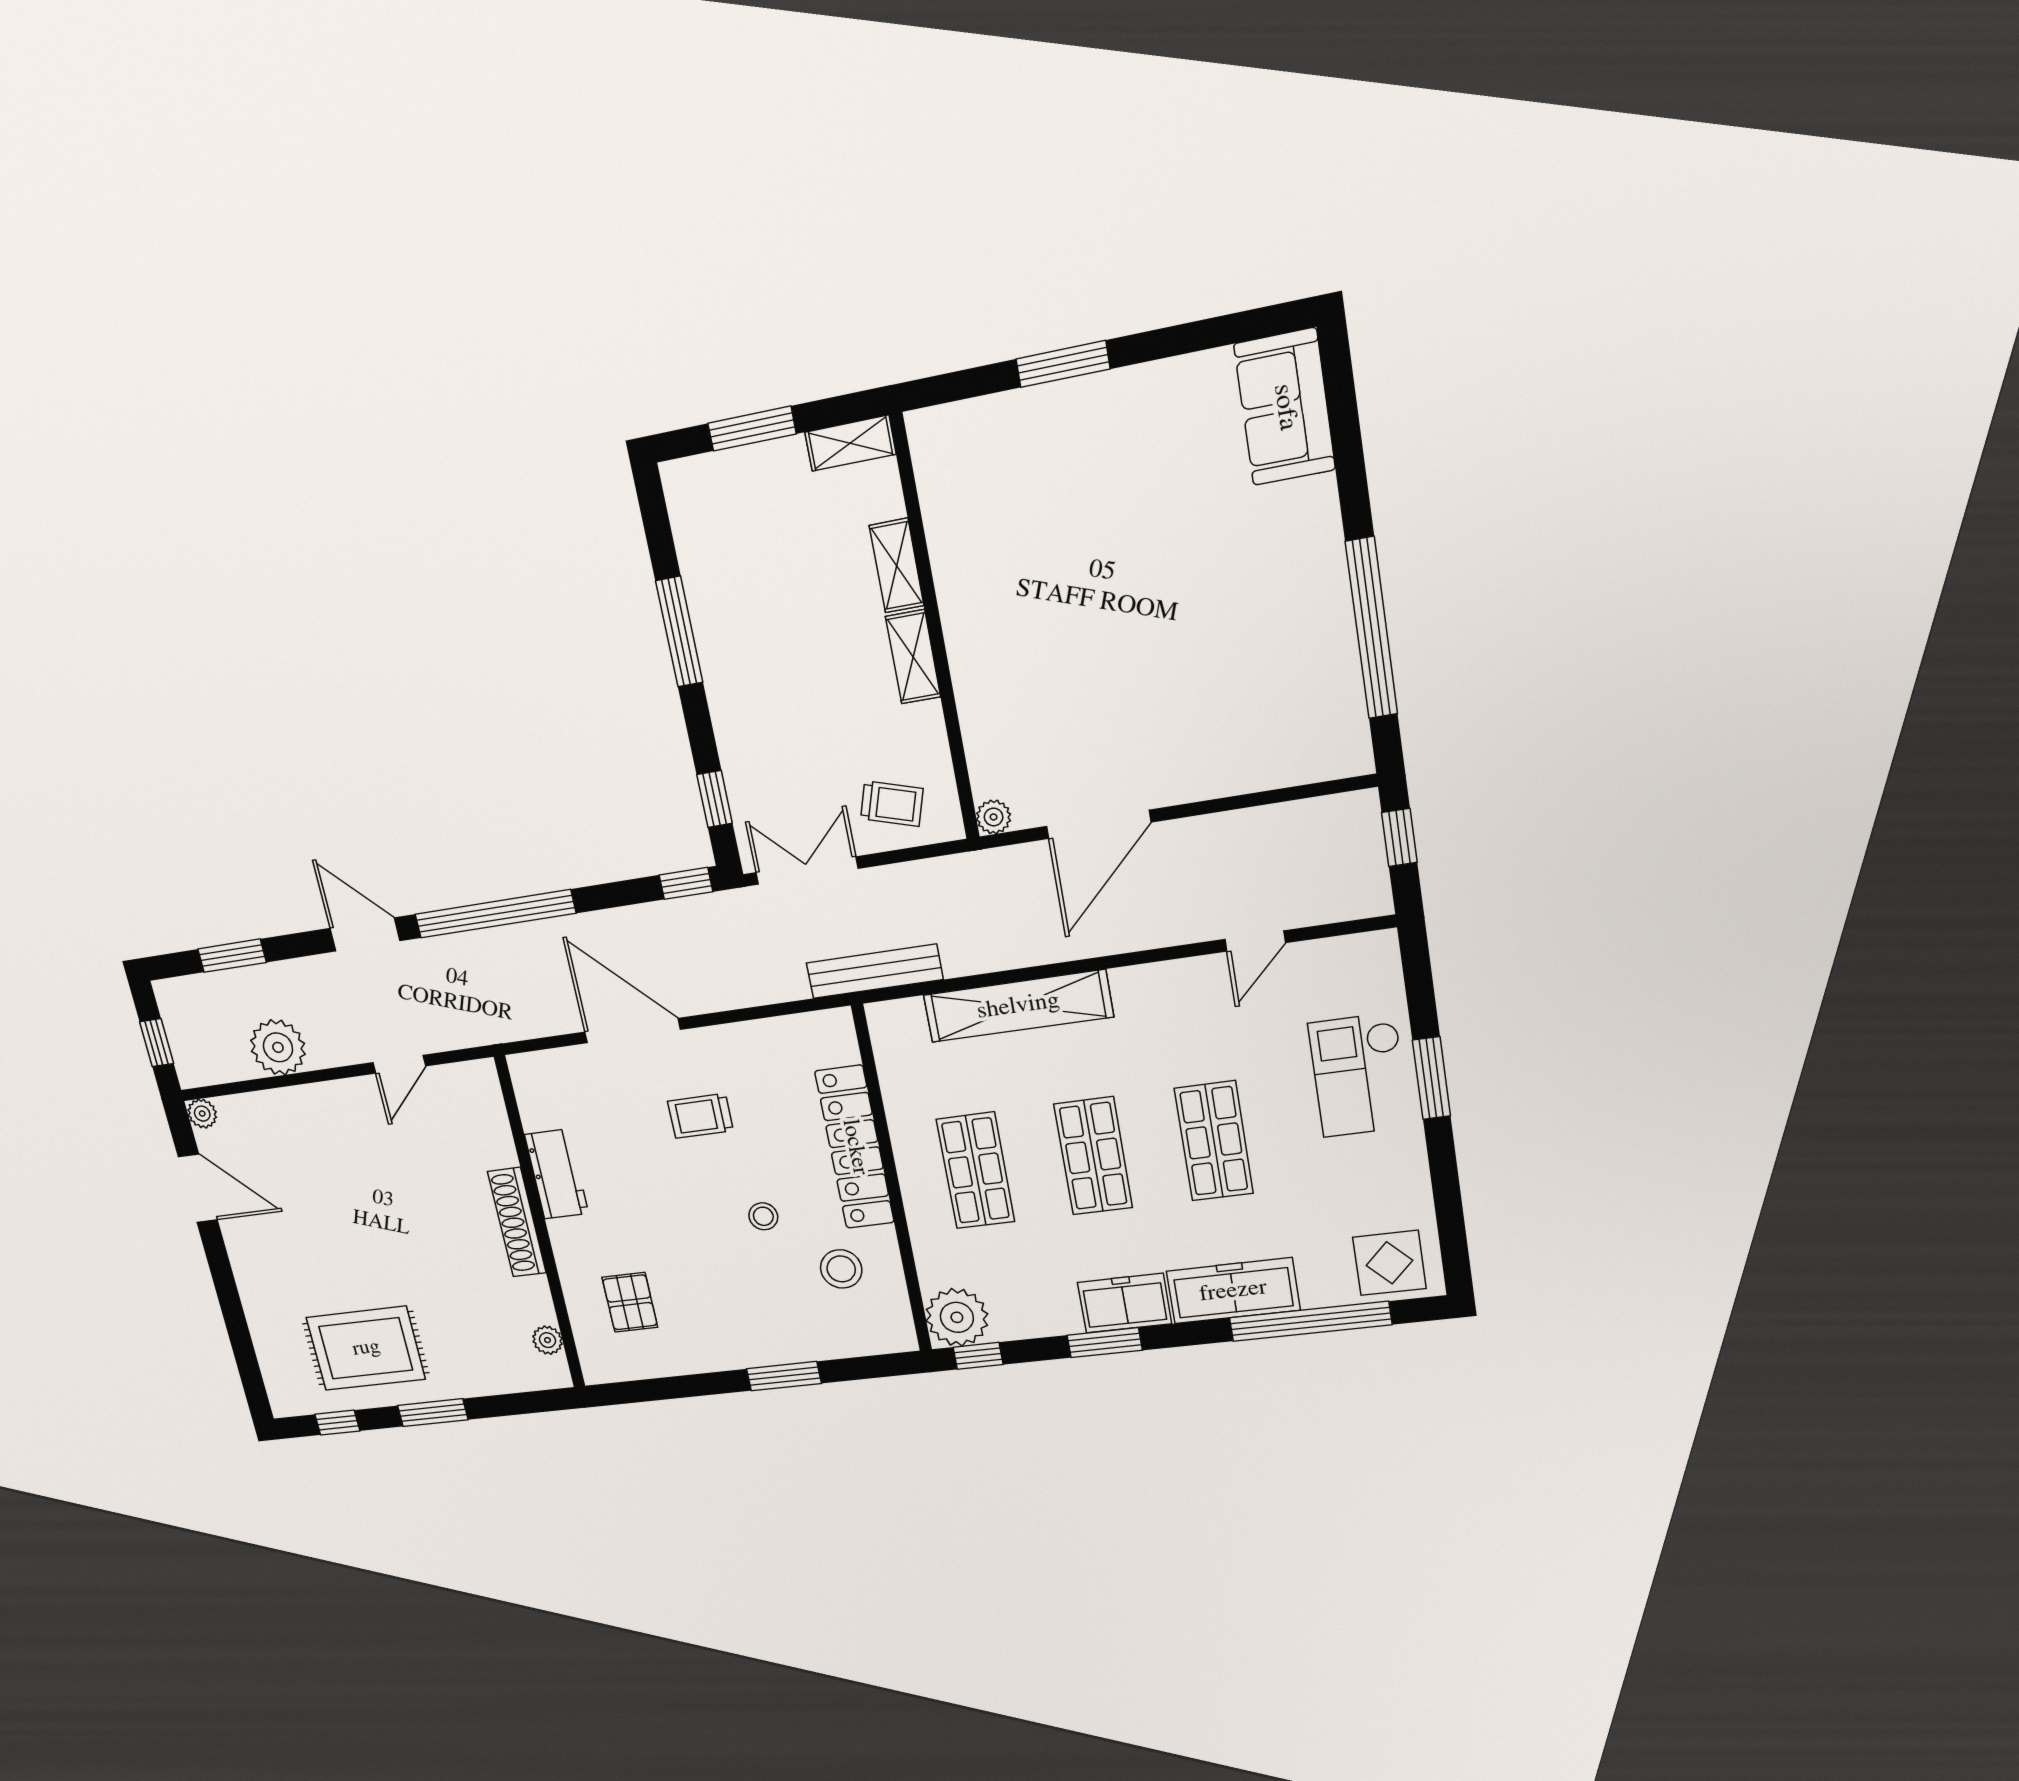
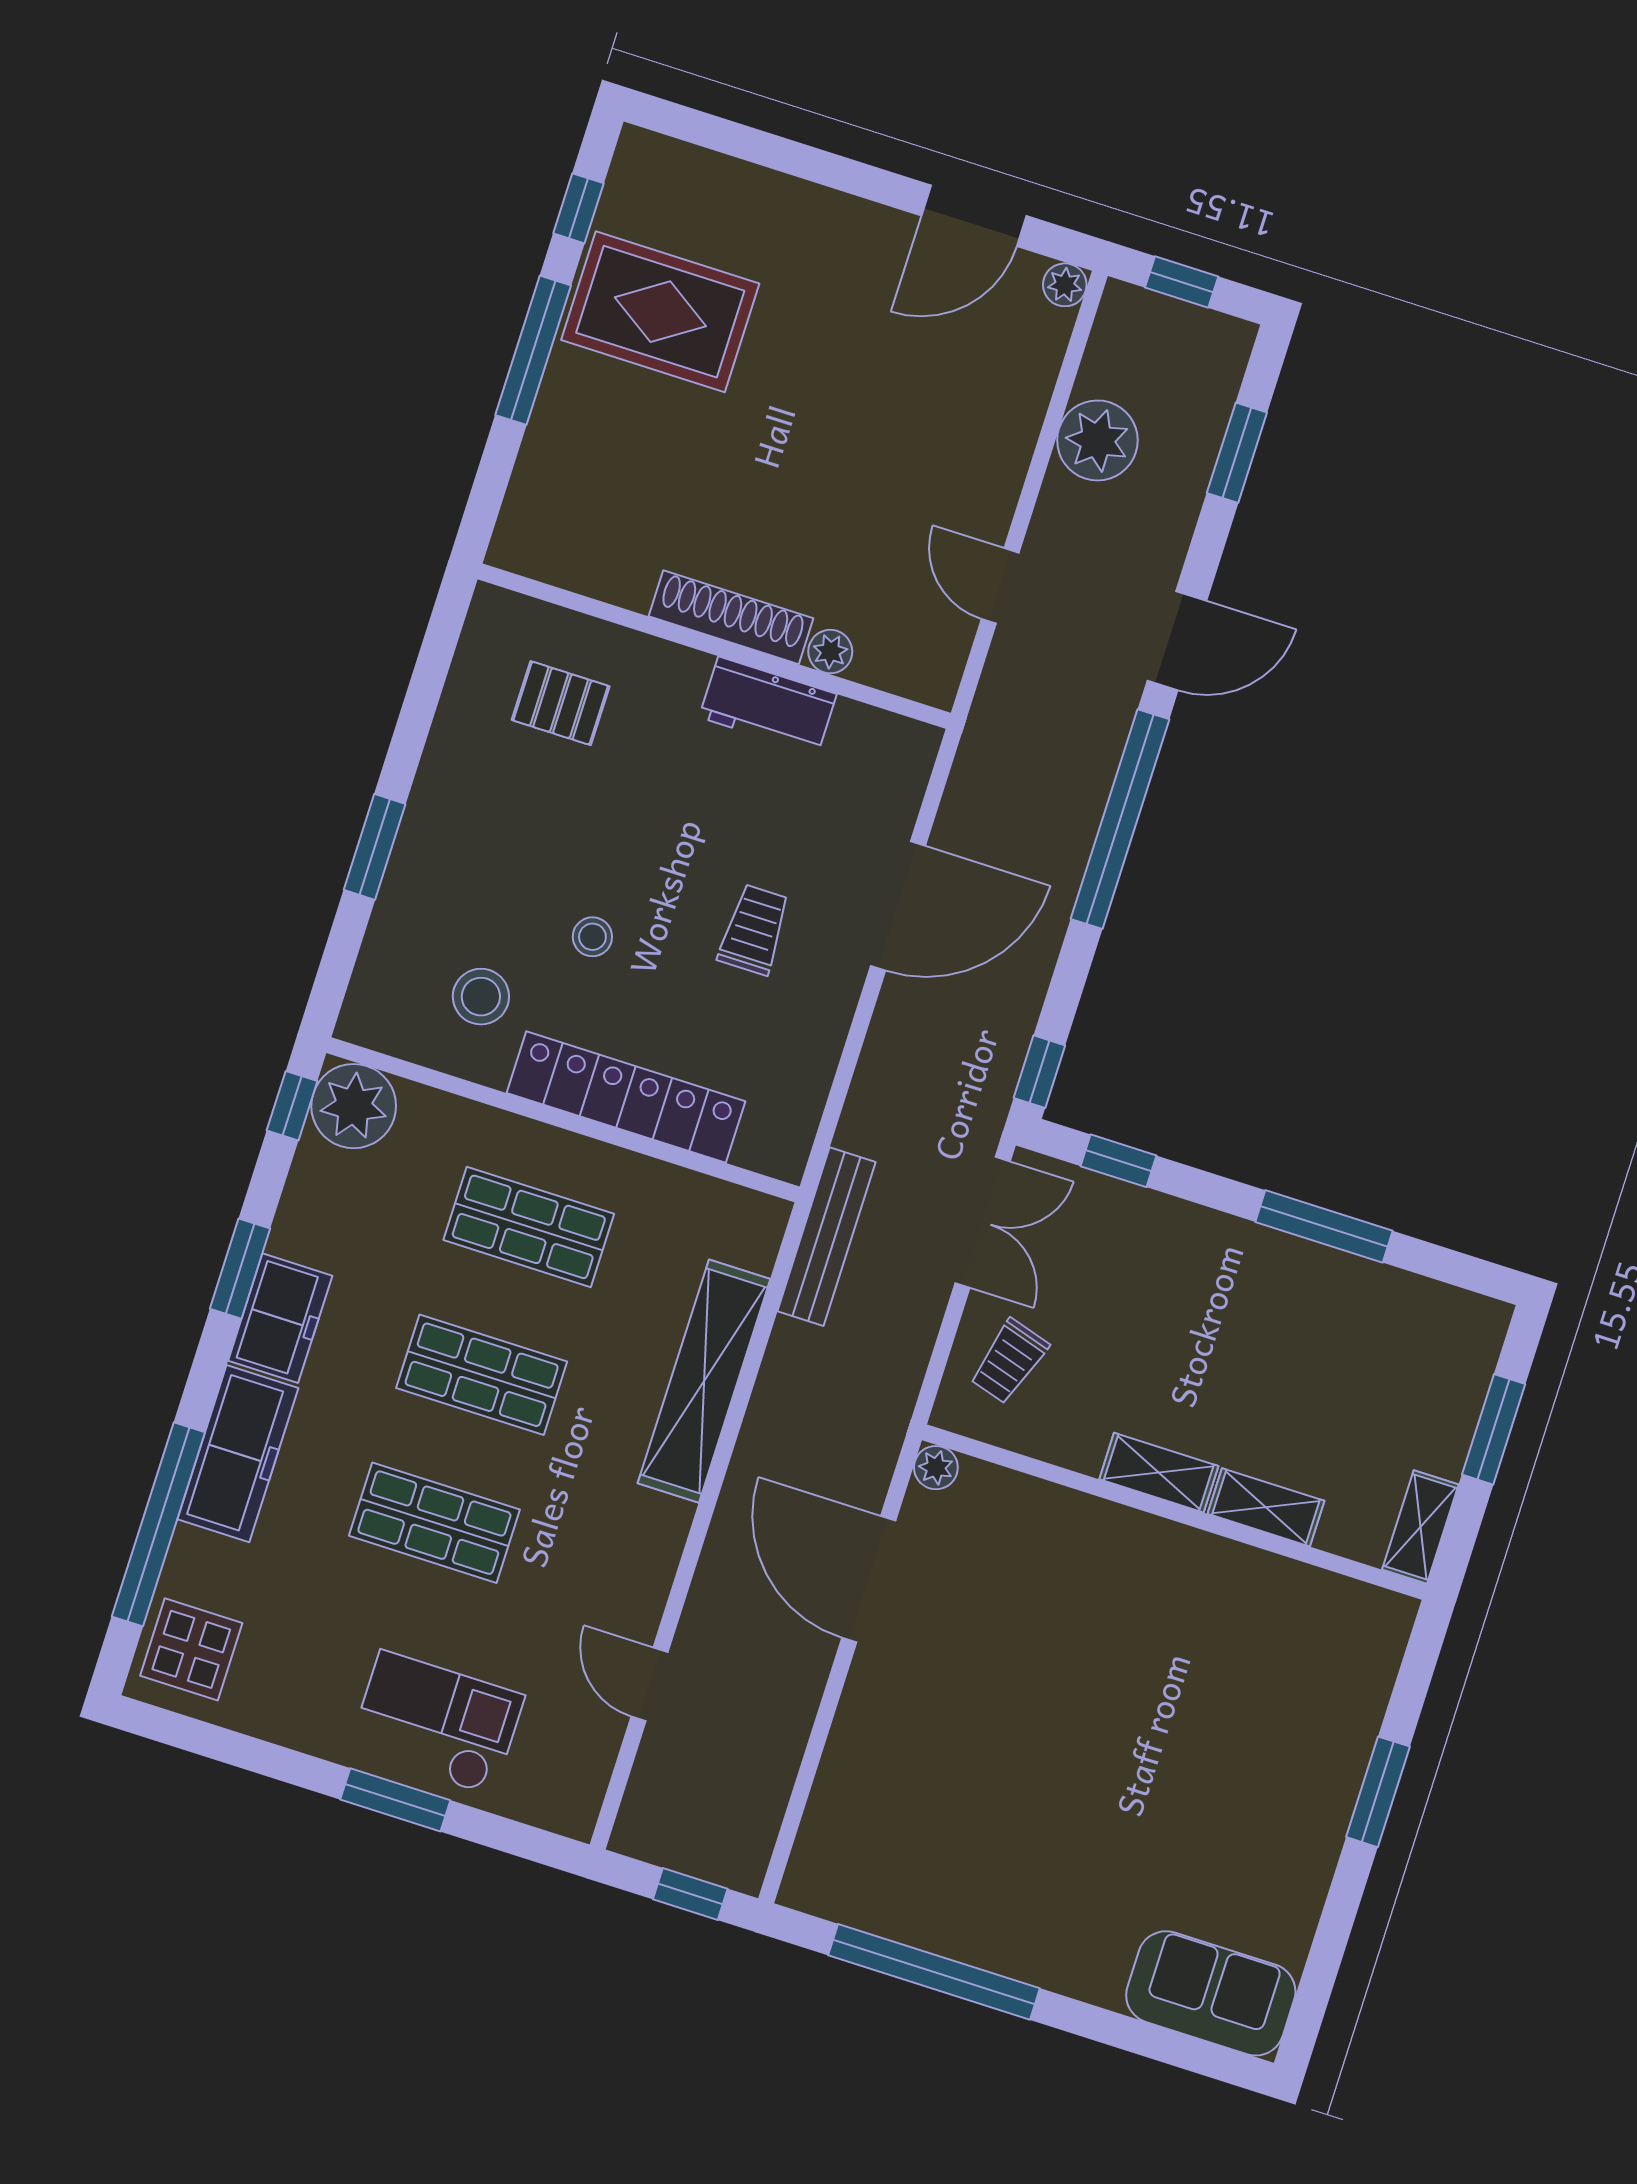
plant: (548, 1340) -> (830, 652), moved
rug: (366, 1348) -> (660, 312), turned 90
window: (433, 1413) -> (533, 350), width x1.44

